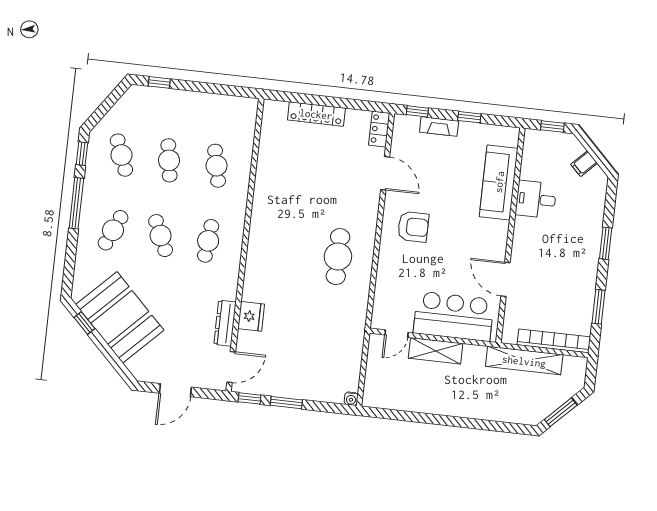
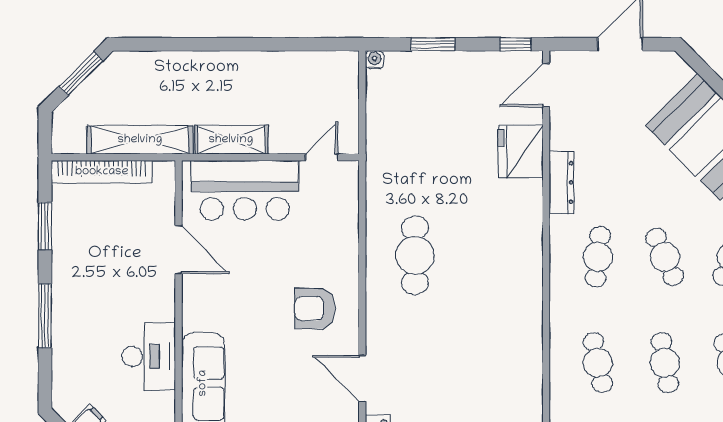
desk: (536, 199) -> (149, 356), width x1.37
window: (606, 243) -> (45, 316), width x1.44
fridge: (251, 316) -> (521, 152), width x1.36, depth x1.34
dresser: (225, 323) -> (561, 182), moved
shelving: (436, 351) -> (231, 140), moved
window: (286, 403) -> (433, 44), moved

